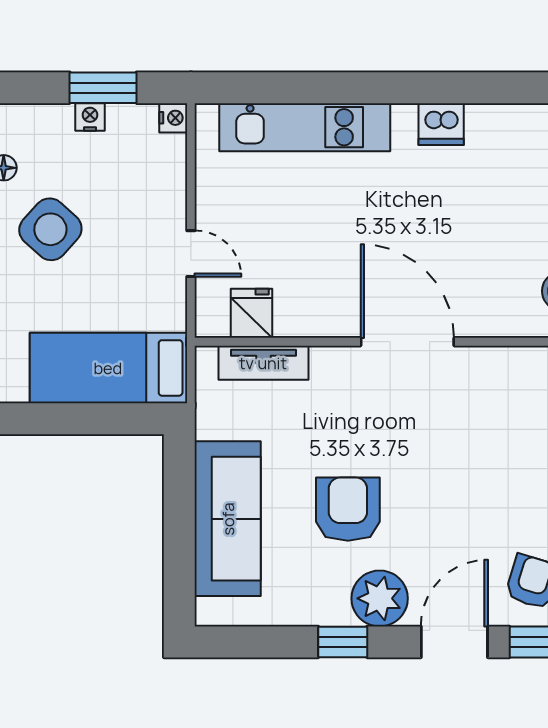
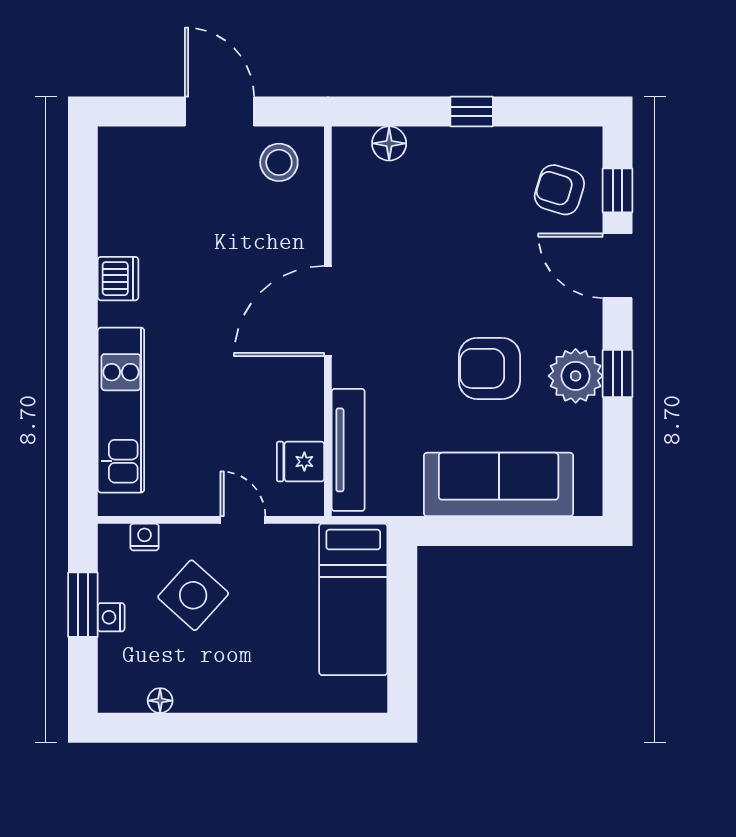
nightstand: (173, 118) -> (144, 537), moved
side table: (50, 229) -> (193, 595), moved
door: (191, 254) -> (243, 520), hinge flipped
tv unit: (263, 363) -> (348, 450), width x1.41
plant: (380, 598) -> (576, 376), moved

